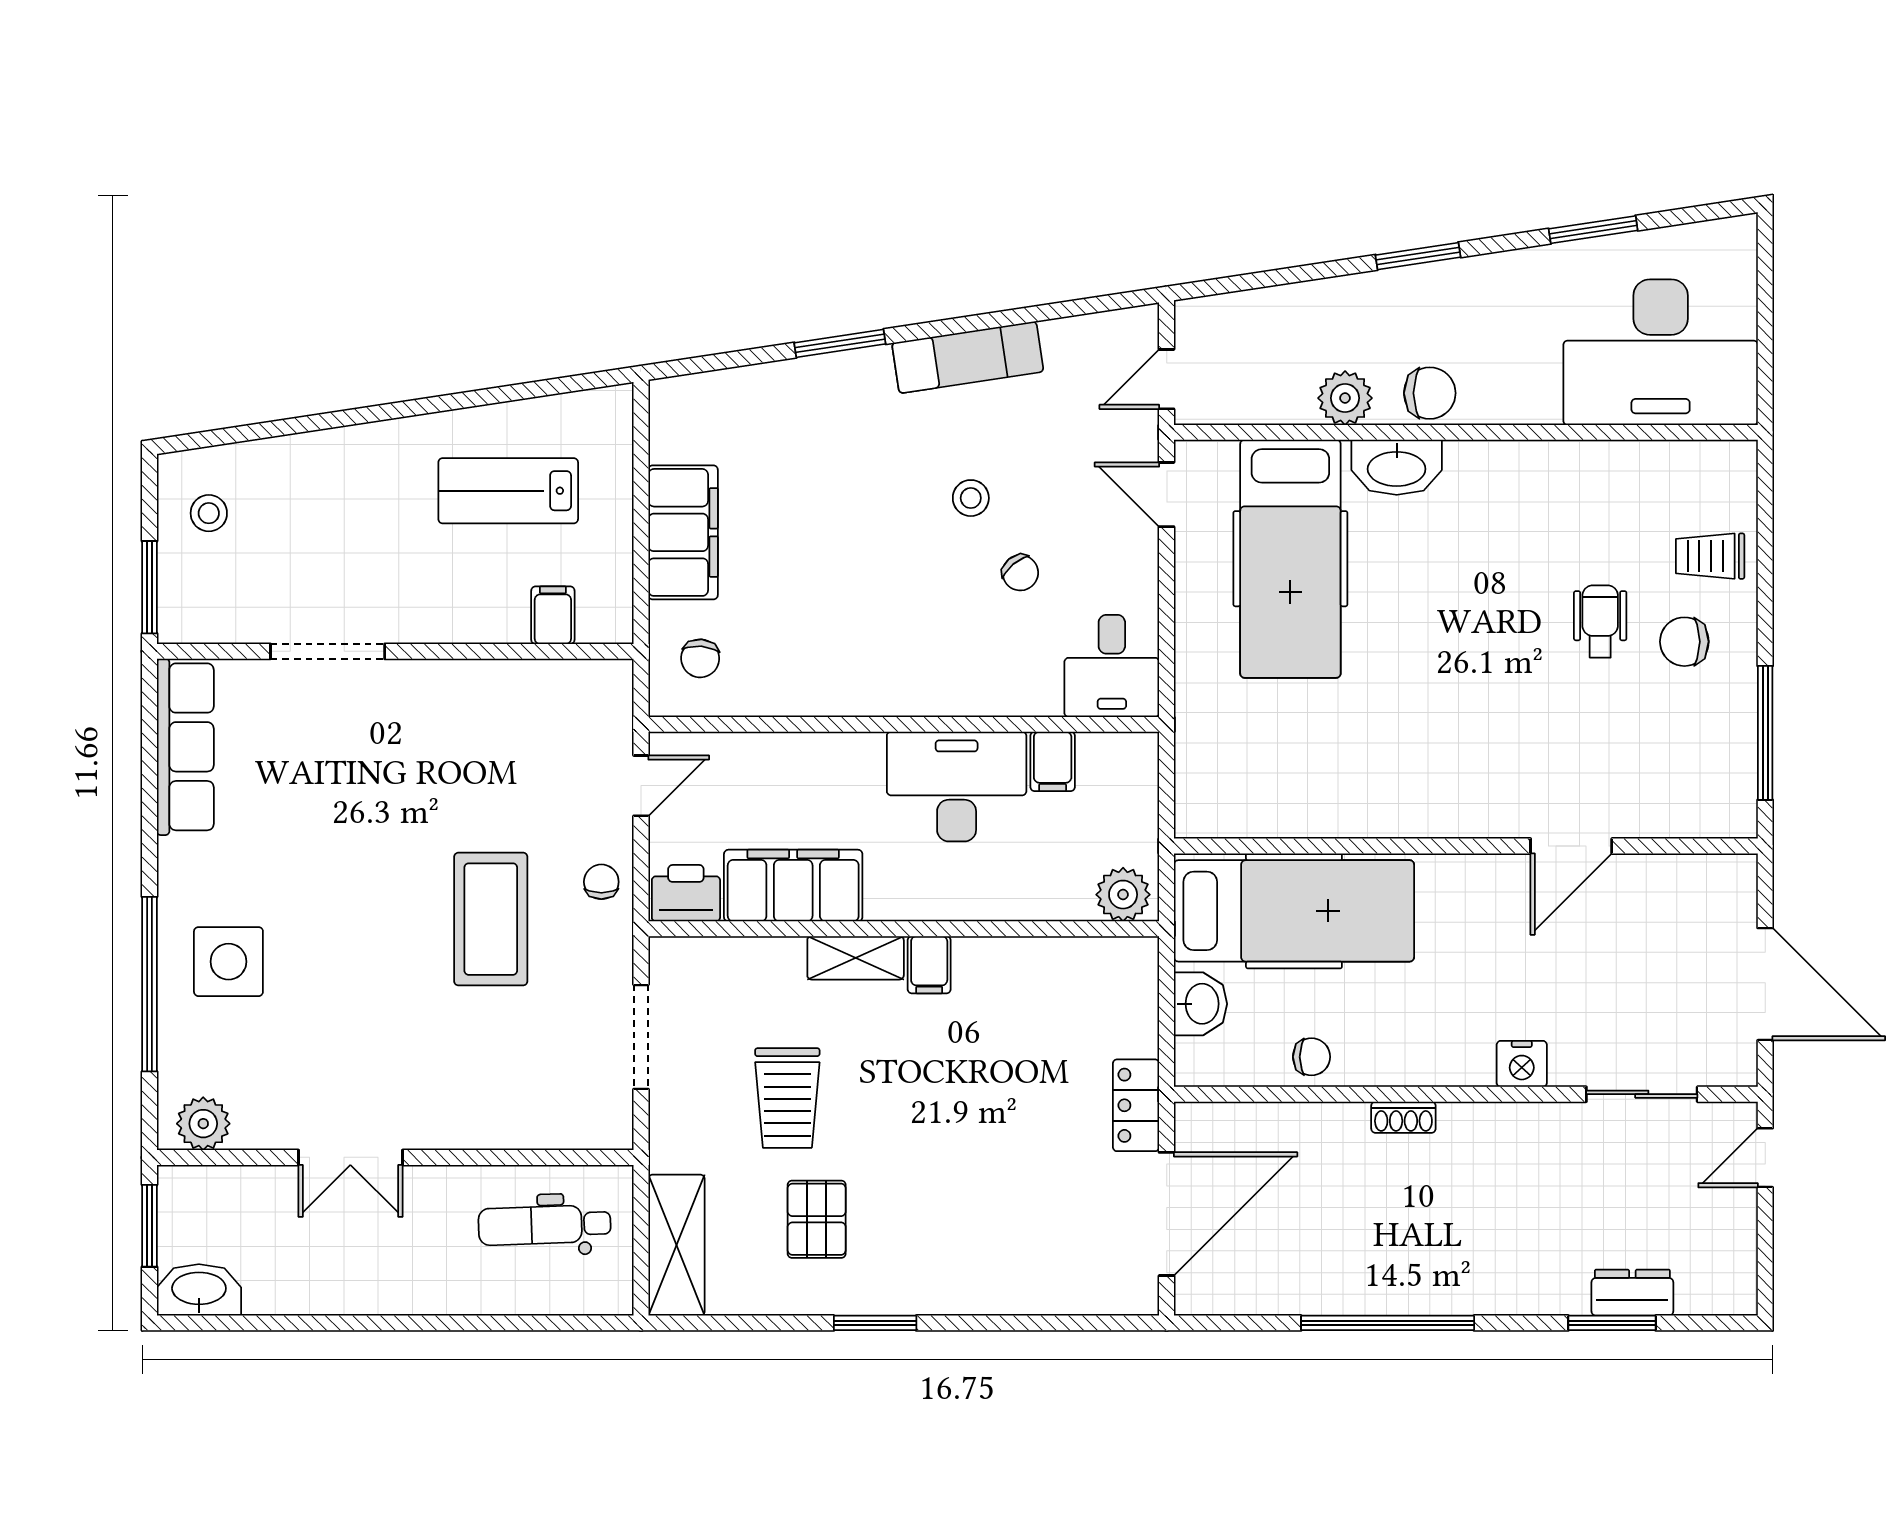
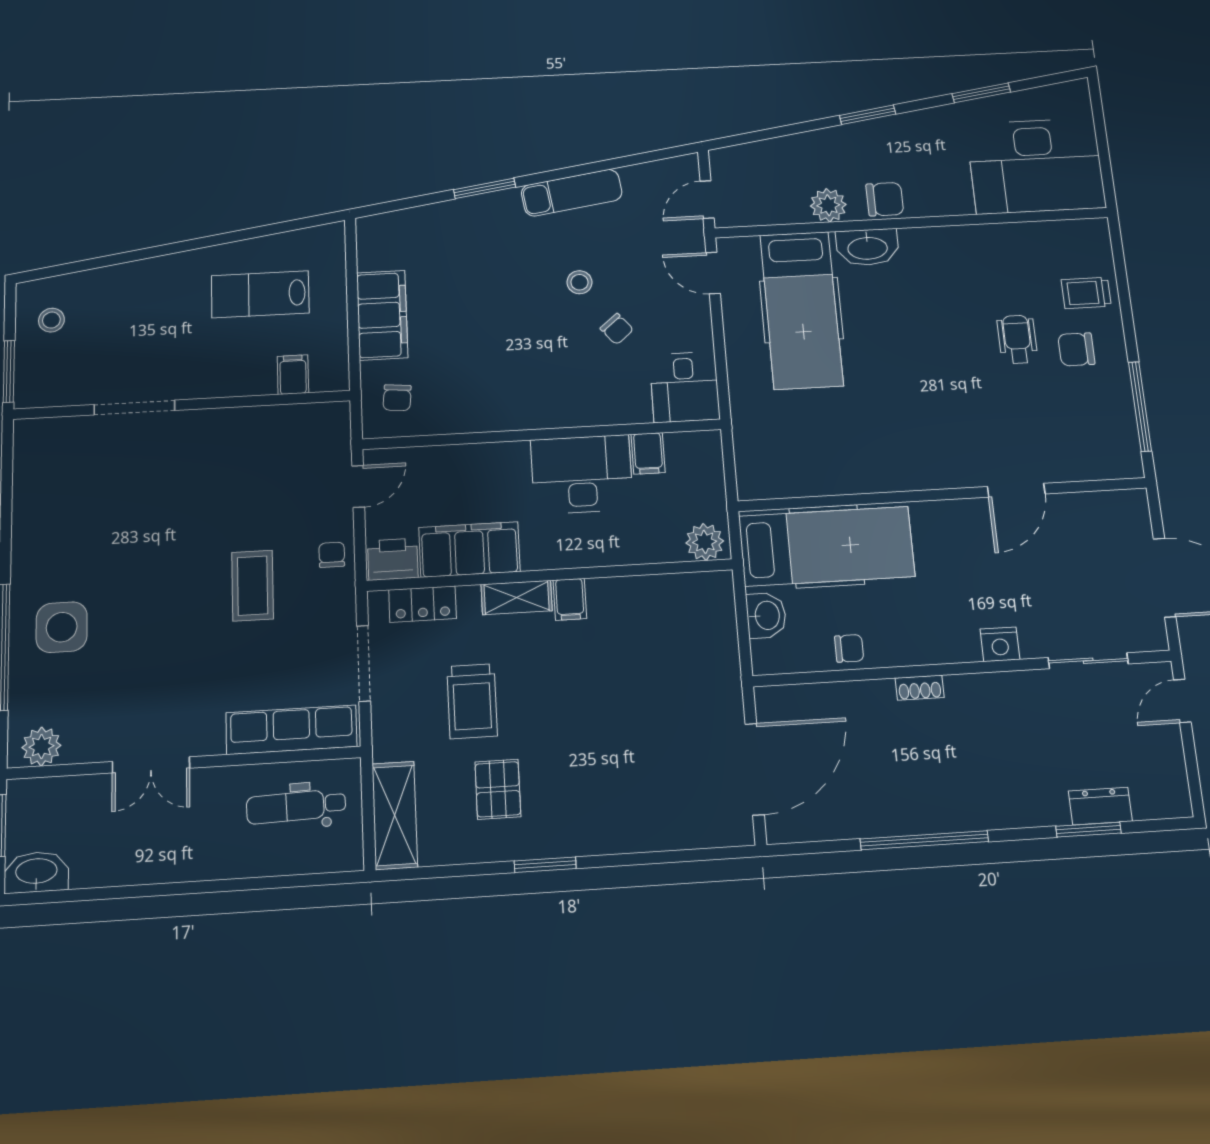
row of seats: (185, 747) -> (291, 730), moved, turned -90
coffee table: (491, 919) -> (253, 586), width x0.73, depth x0.76
locker: (1136, 1105) -> (423, 604), moved, turned -90

